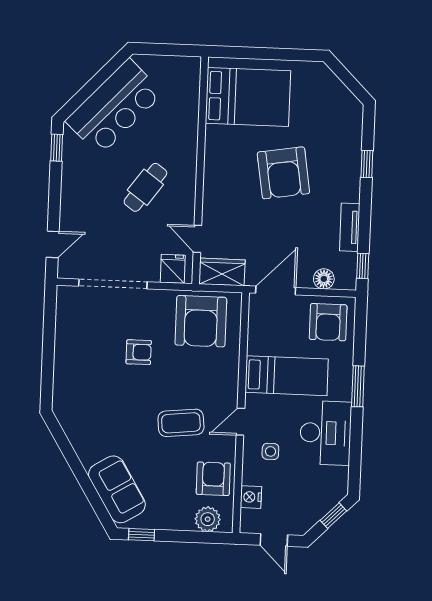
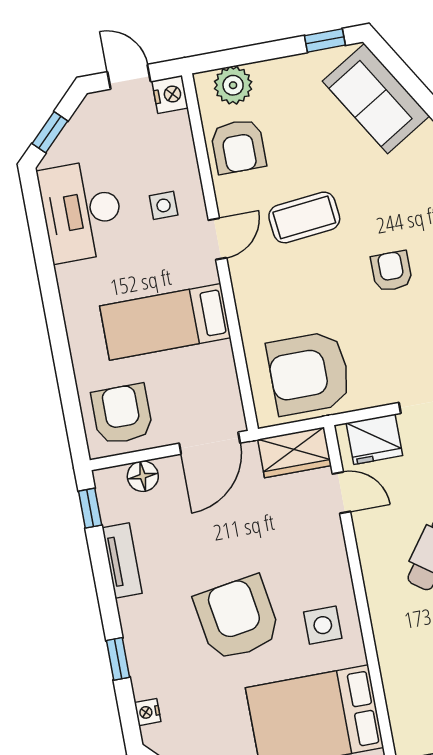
nightstand: (355, 125) -> (148, 712), added
side table: (229, 156) -> (323, 625), added
fridge: (173, 269) -> (374, 439), width x1.38
armchair: (201, 321) -> (309, 373), turned -90
armchair: (139, 352) -> (391, 271), moved, turned 90
window: (358, 386) -> (57, 330), removed
desk: (326, 433) -> (82, 211), moved
nightstand: (251, 497) -> (170, 94), moved

